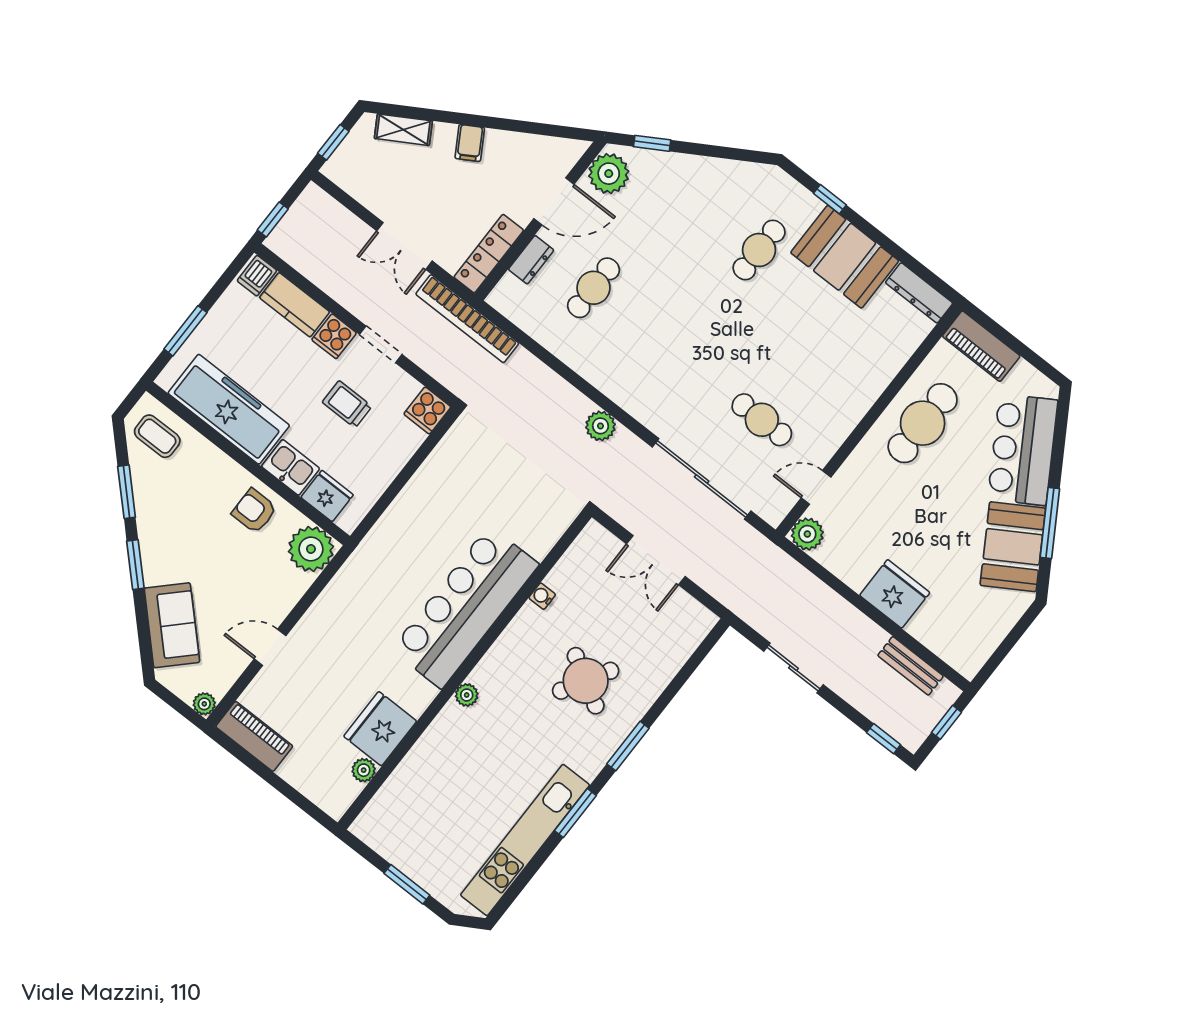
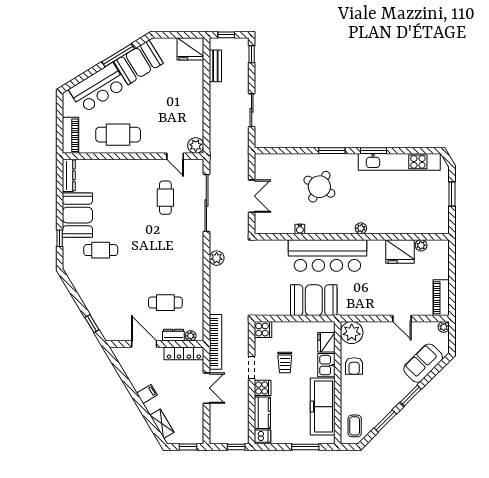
plant: (609, 174) -> (191, 336), moved, width x0.53, depth x0.53
booth: (410, 529) -> (314, 300), added
fridge: (895, 594) -> (190, 49), moved, turned -90

